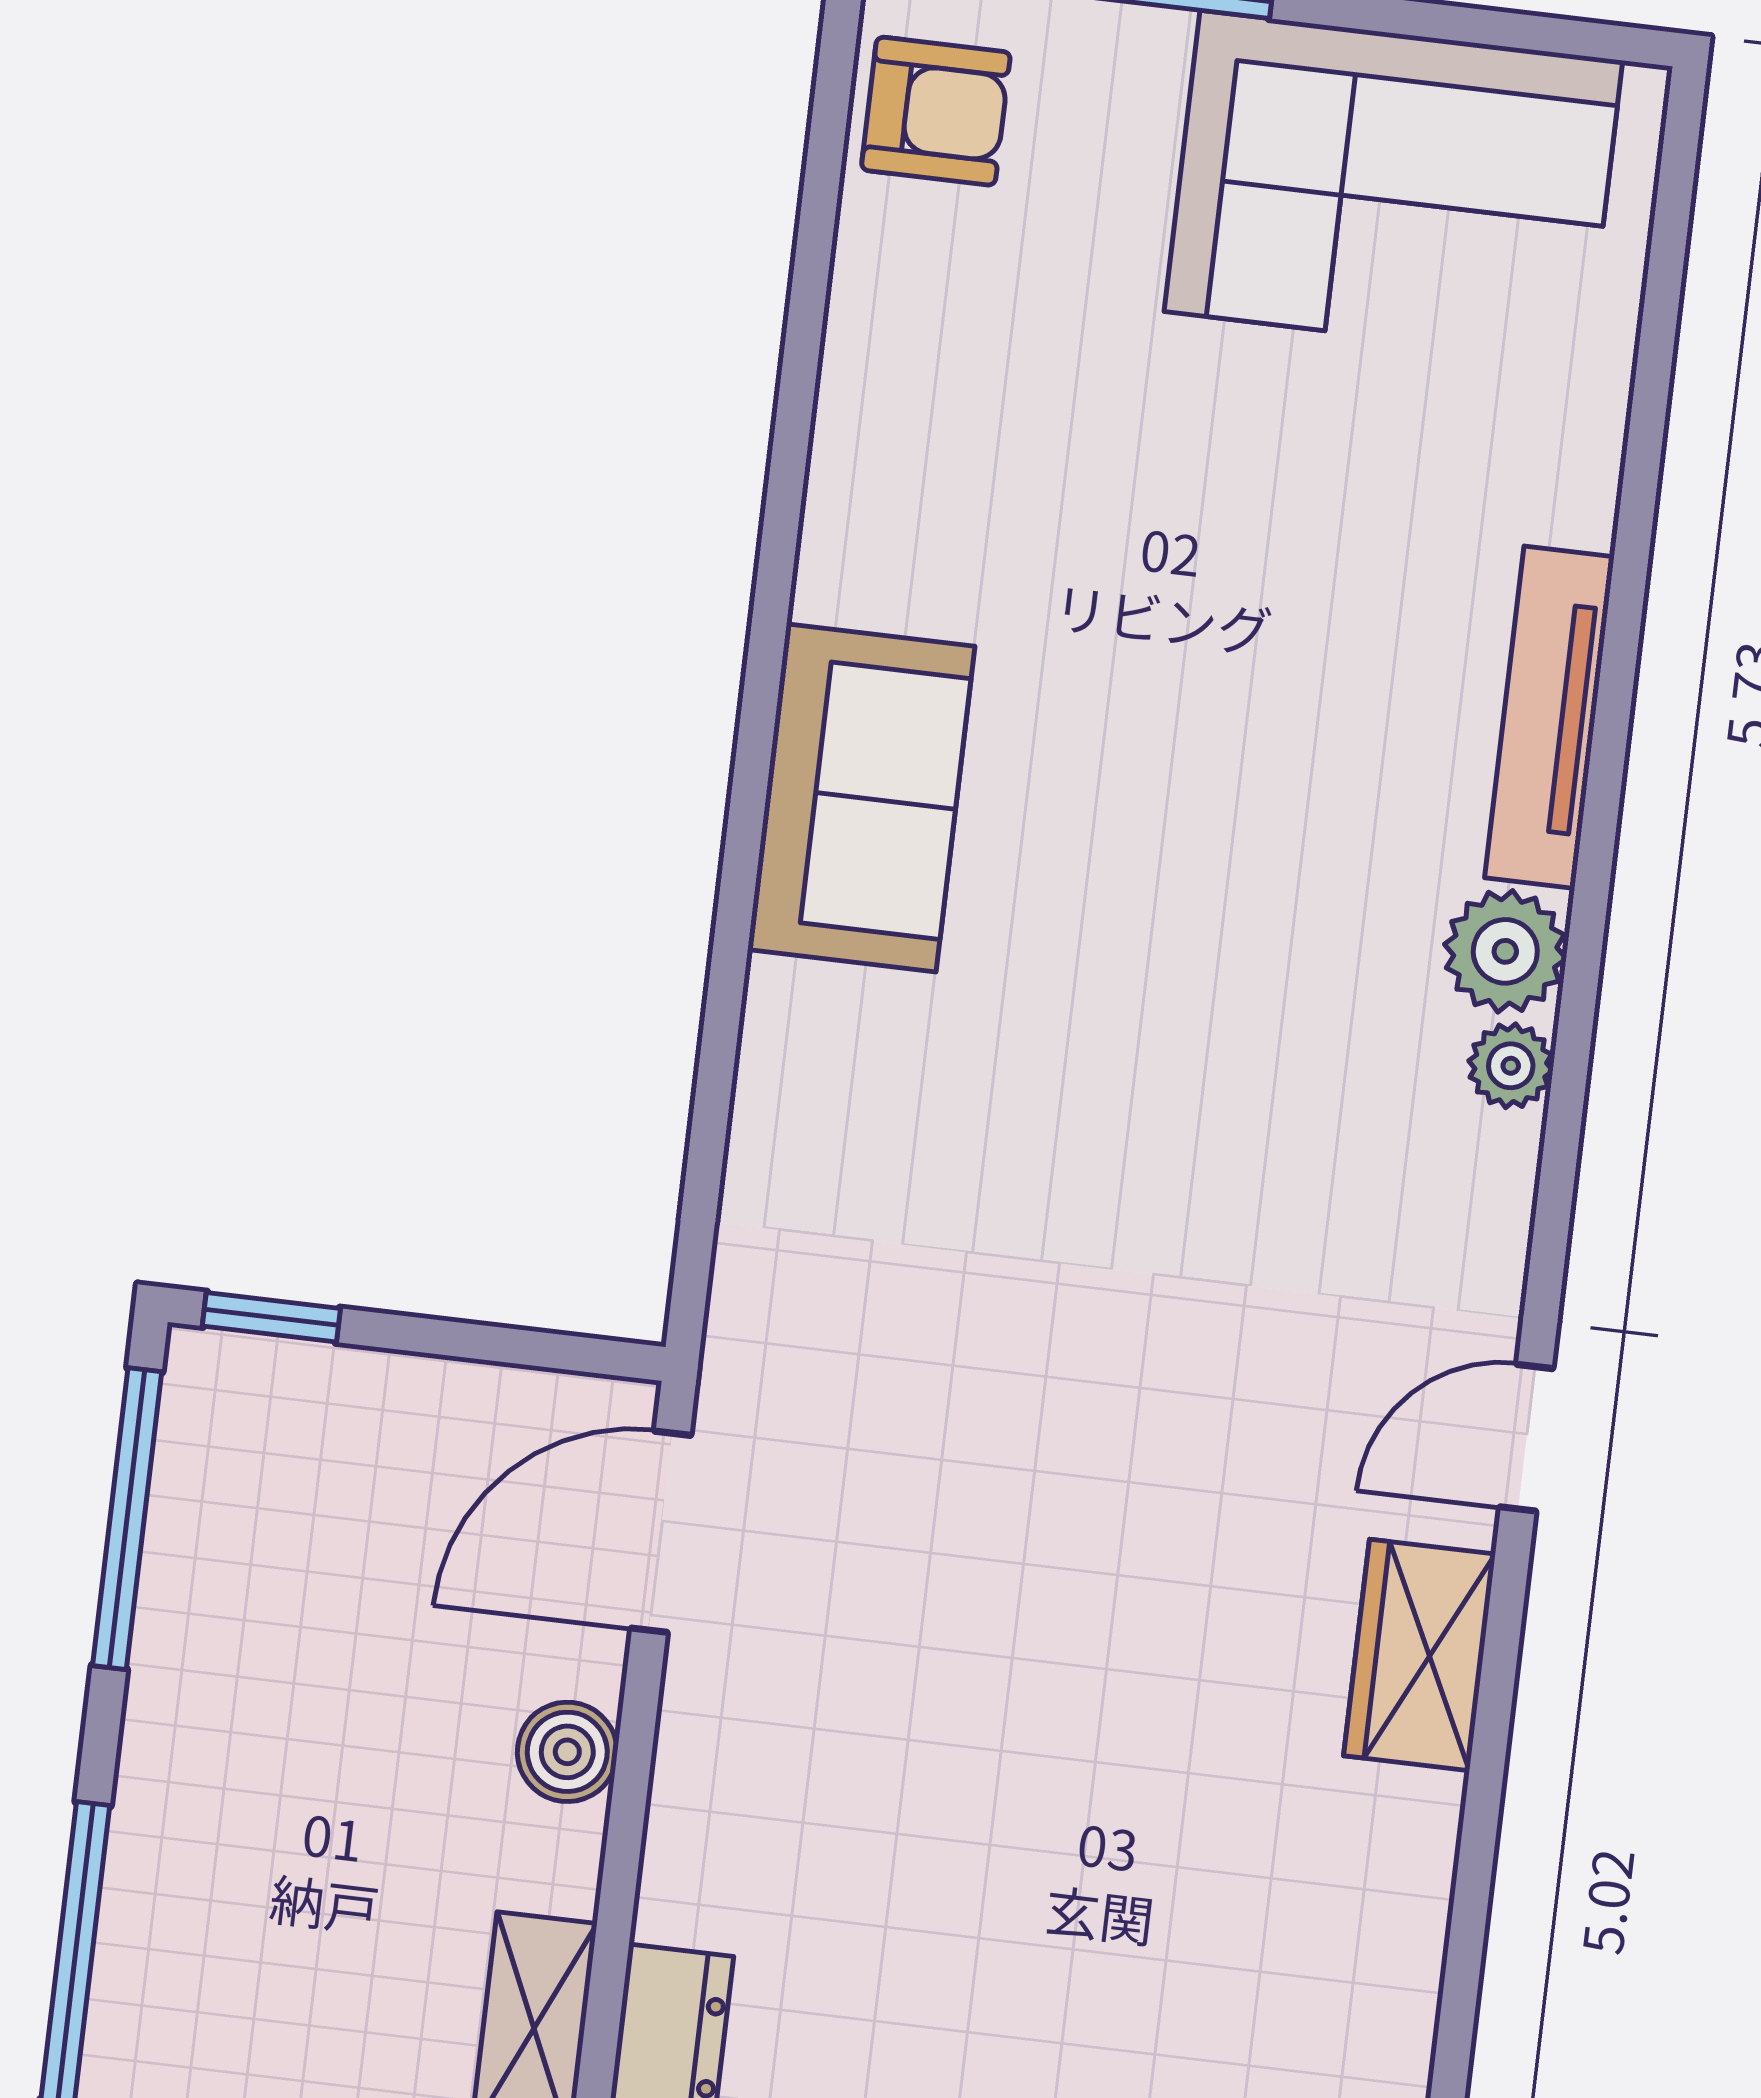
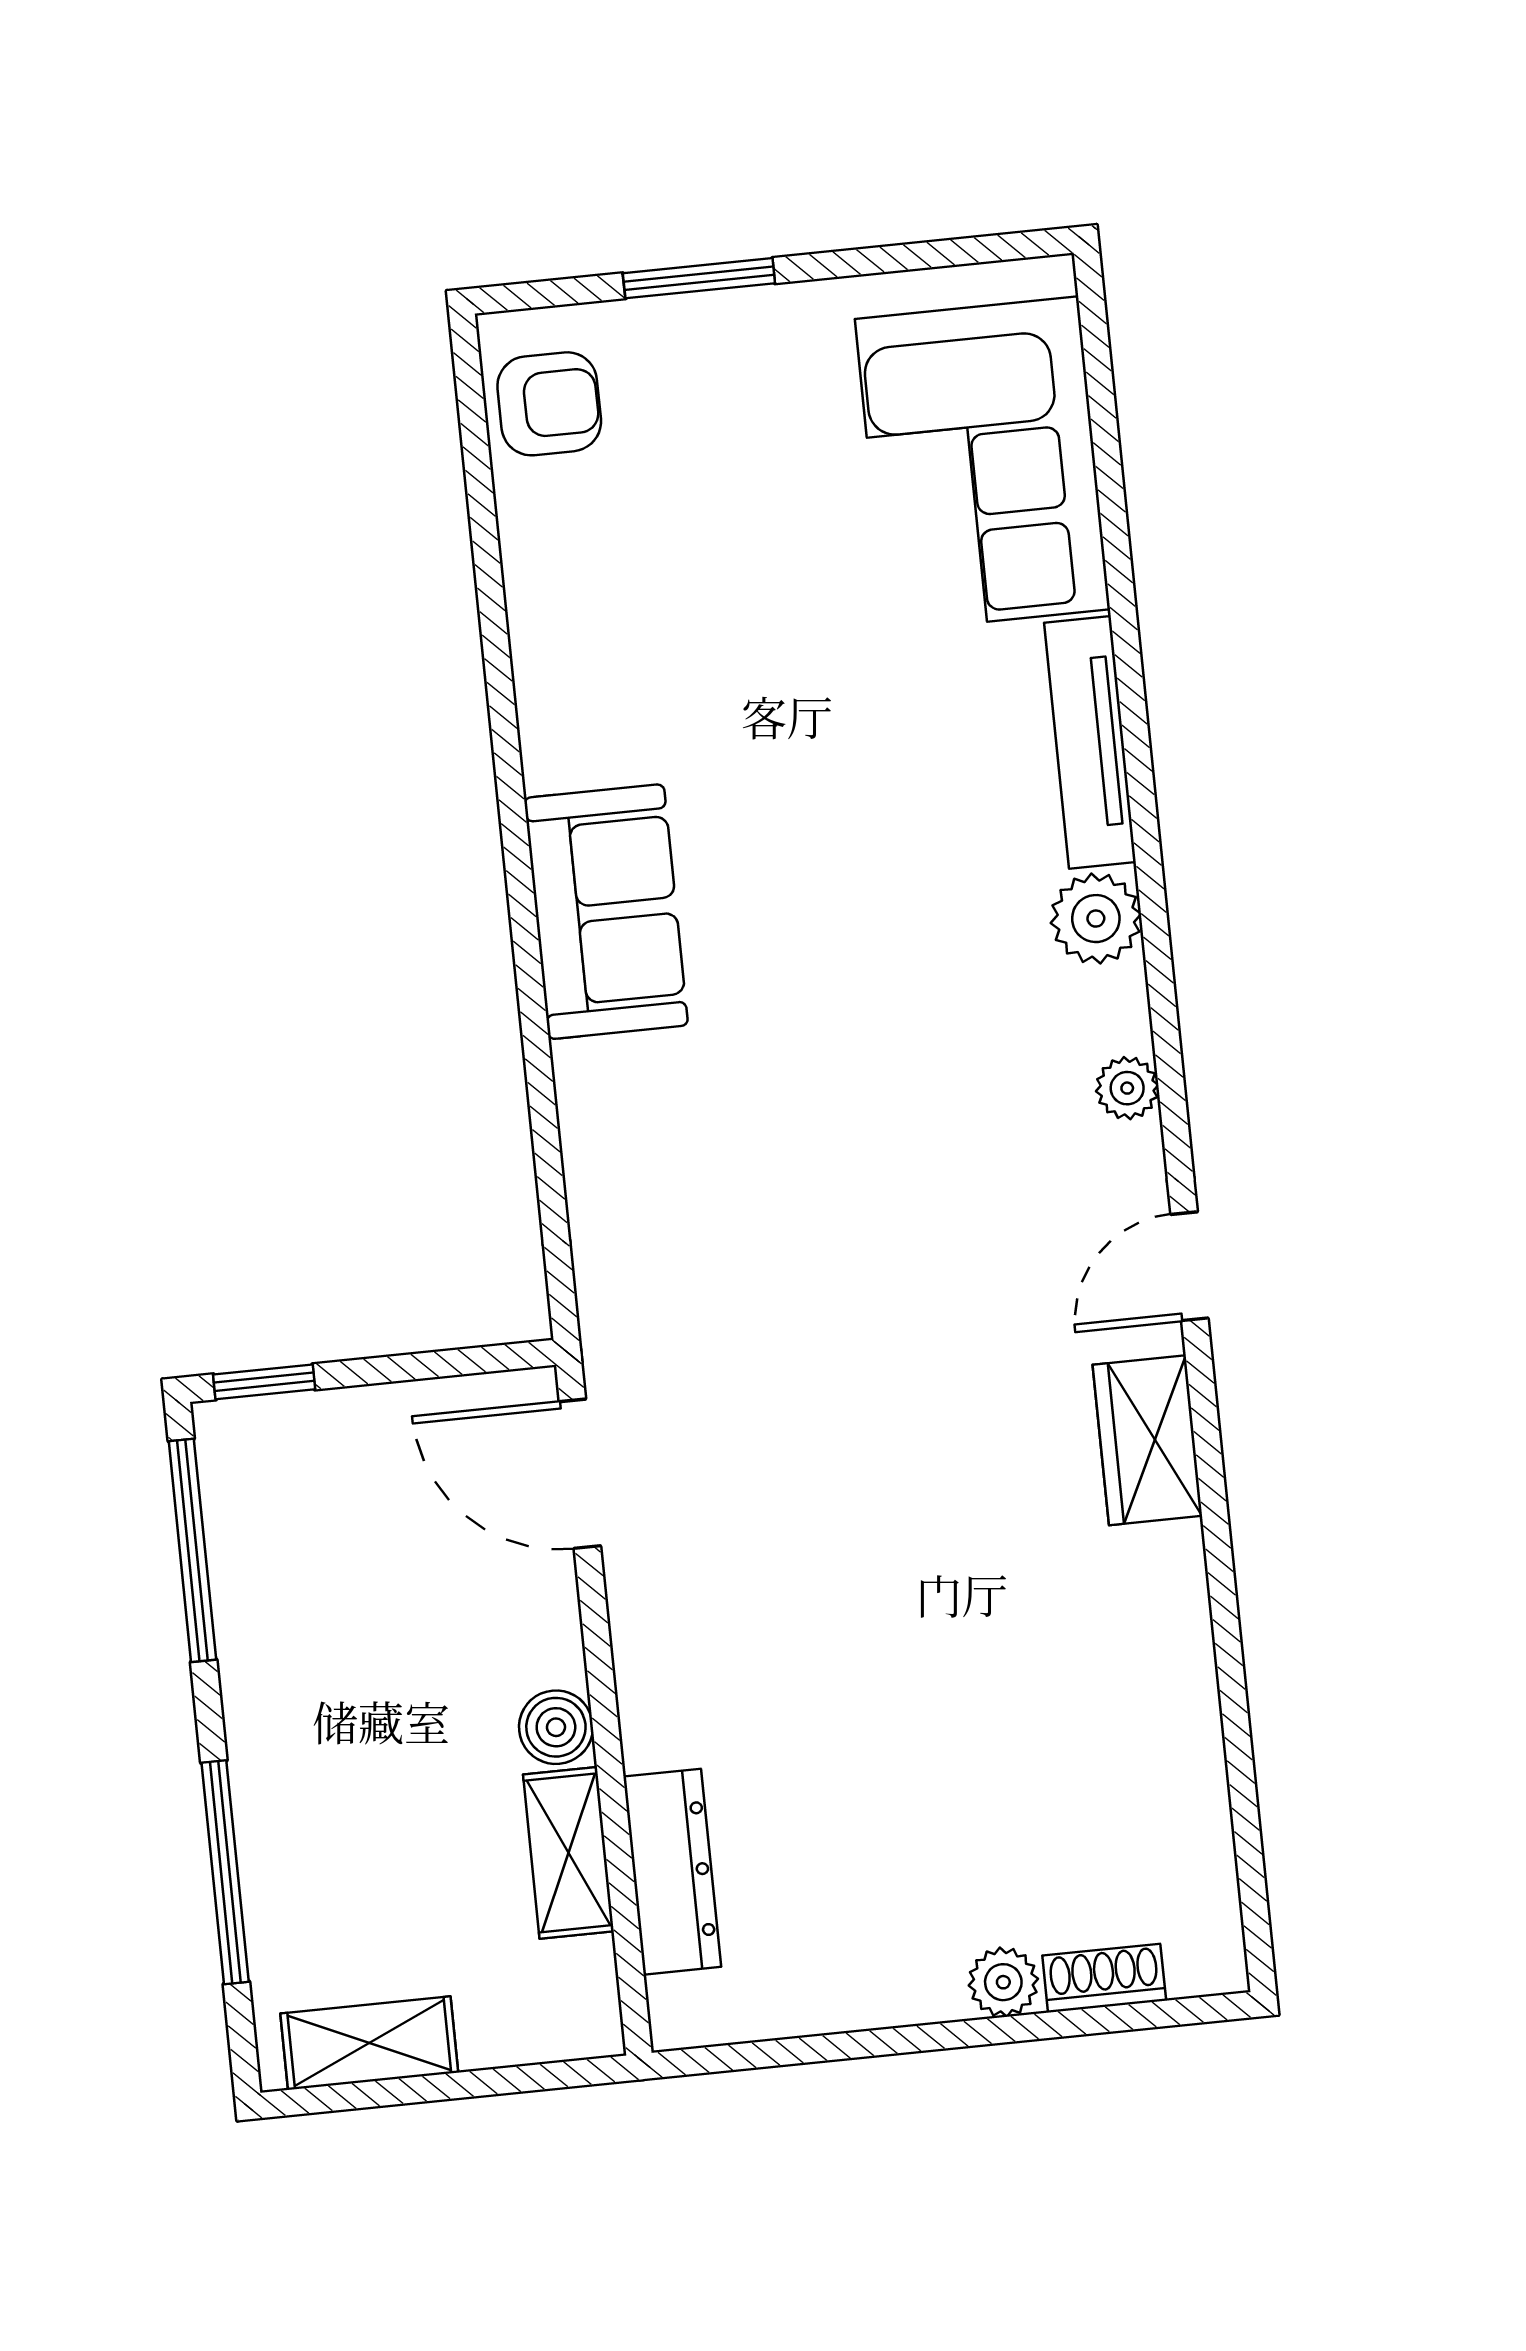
corner sofa: (1393, 186) -> (982, 464), moved, turned 90
plant: (1511, 1066) -> (1127, 1088), moved
door: (661, 1532) -> (580, 1474), hinge flipped
boiler: (567, 1752) -> (556, 1727), moved

